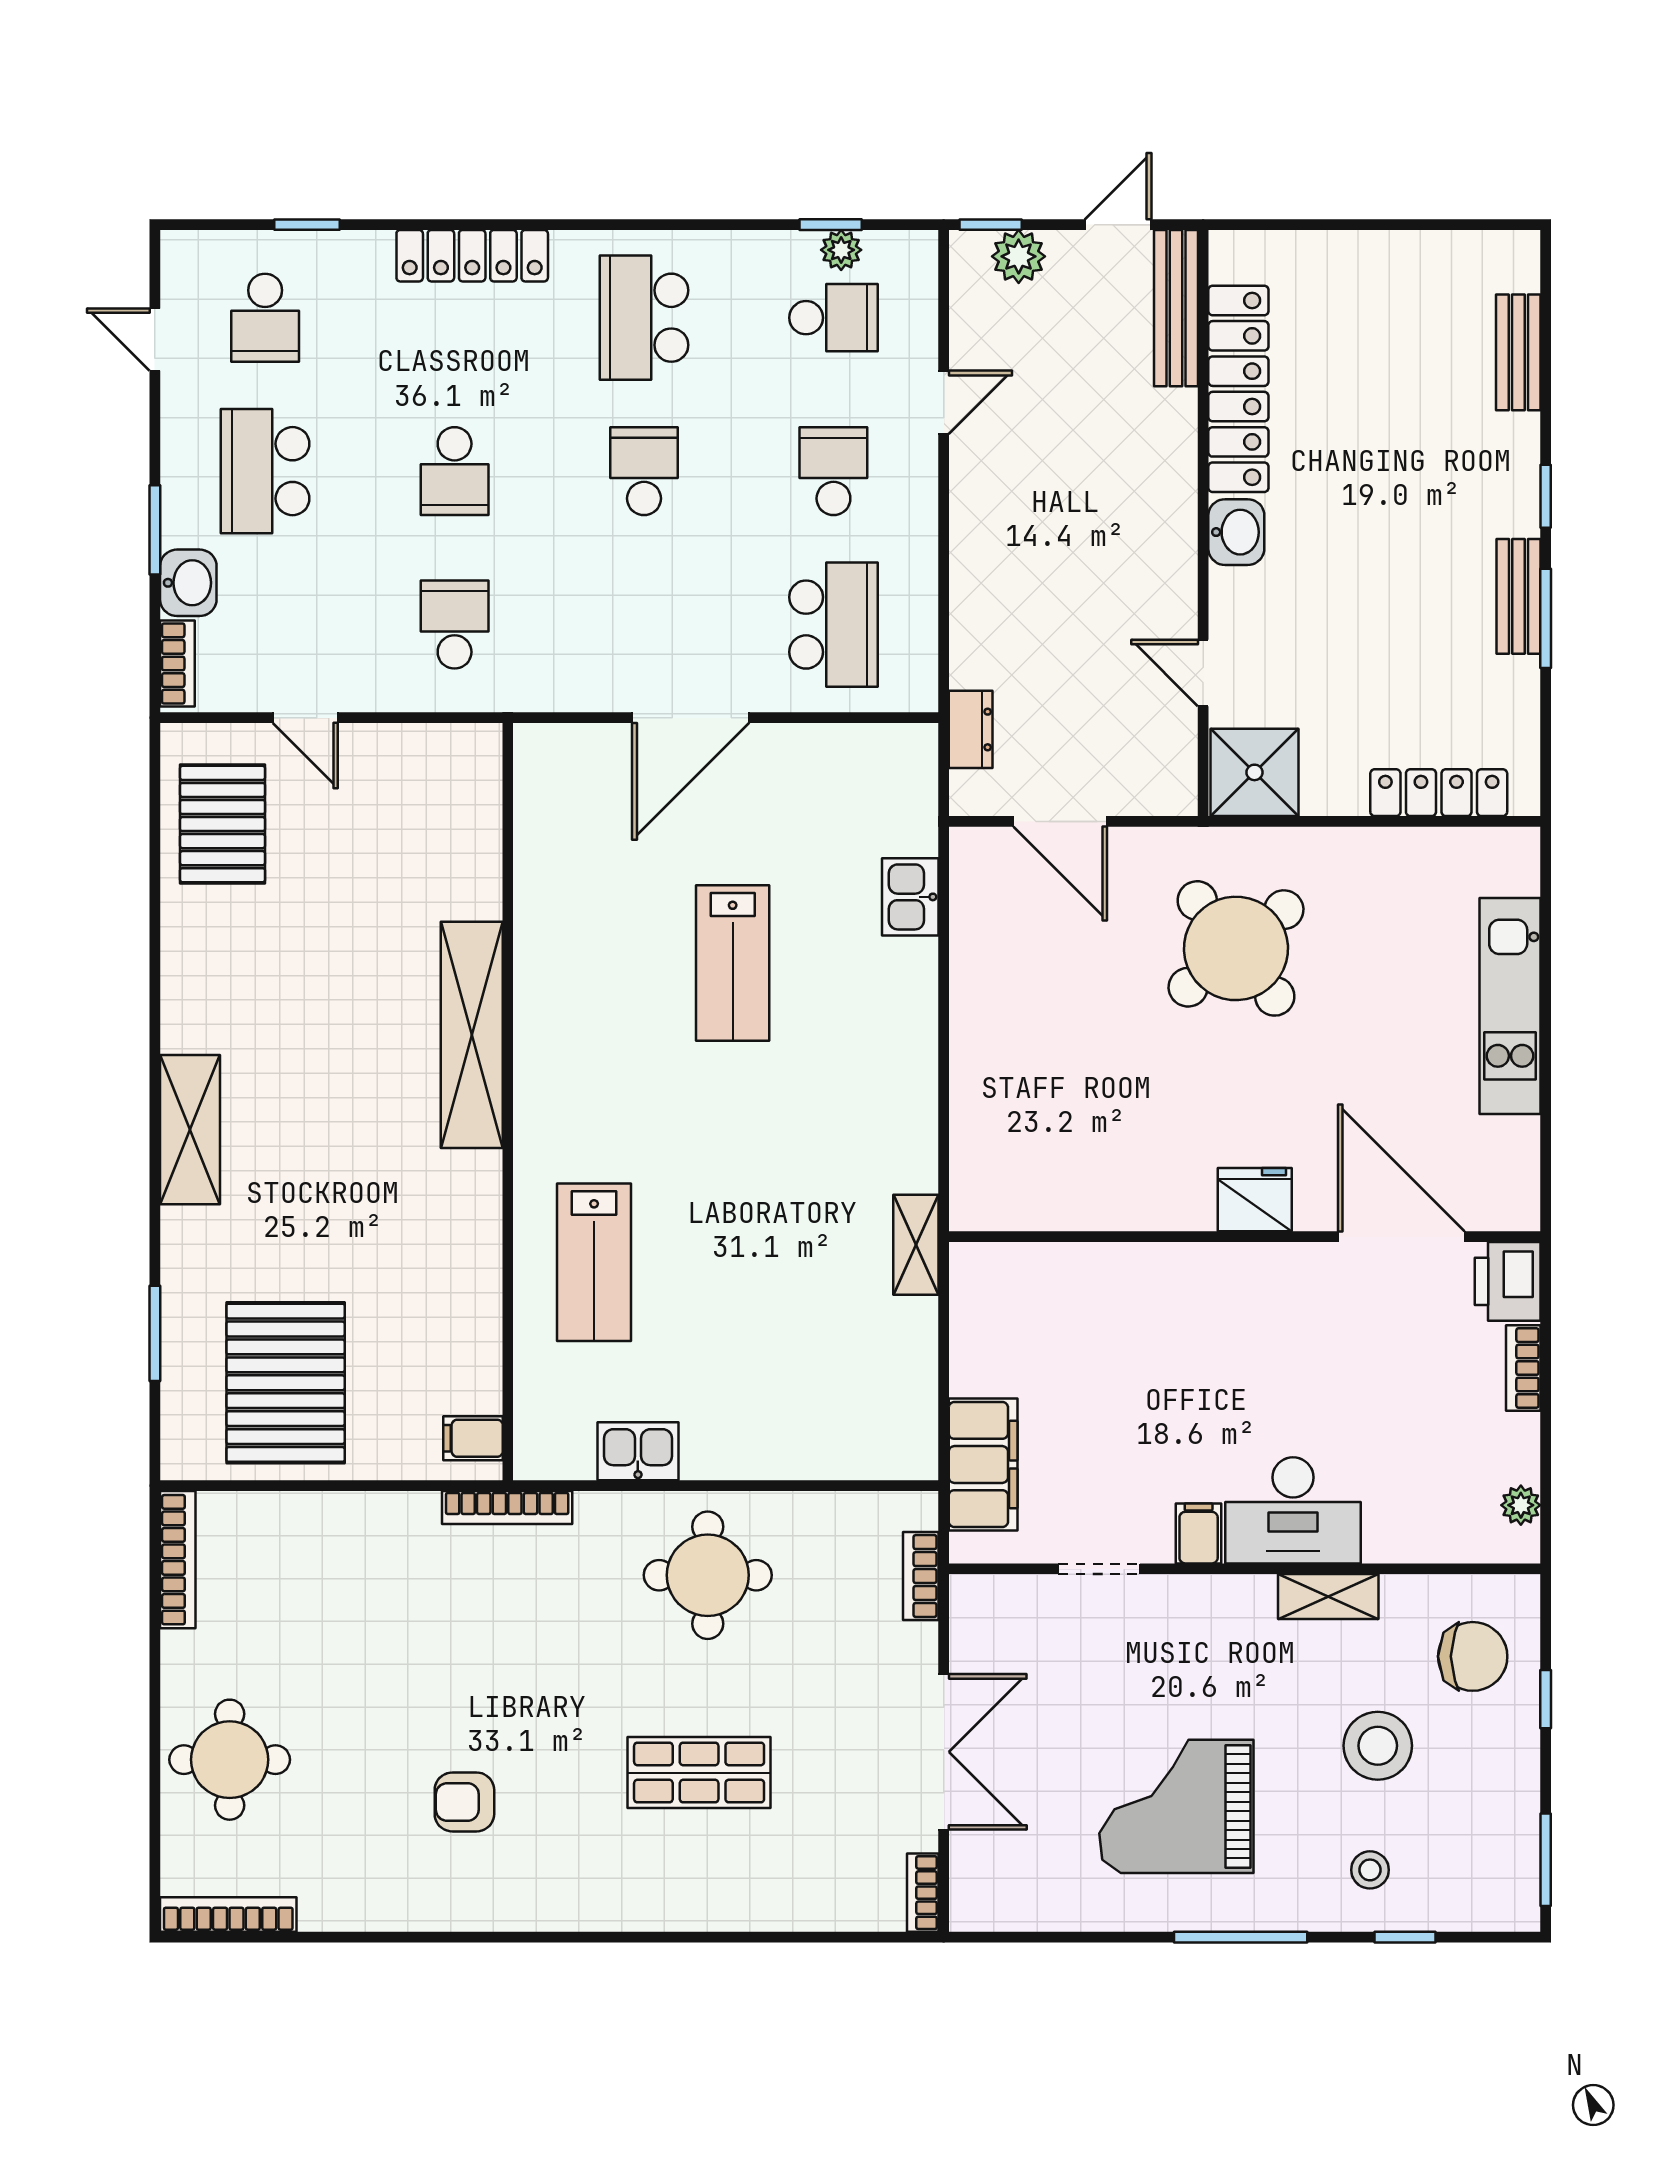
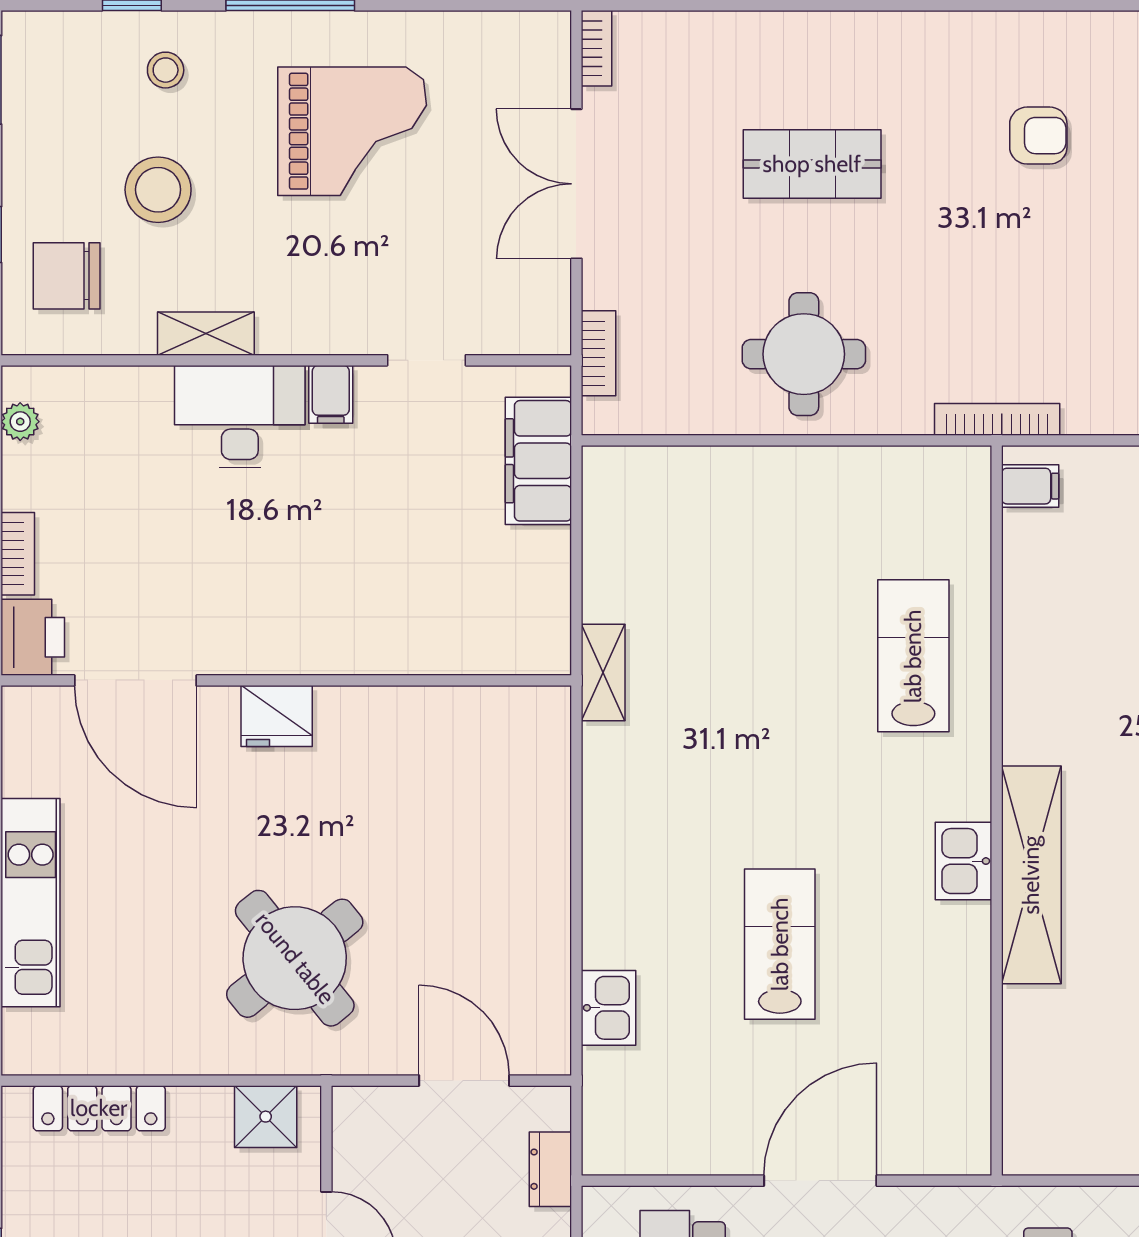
shower: (1254, 772) -> (266, 1117), width x0.73, depth x0.73
kitchen sink: (638, 1451) -> (963, 861), moved, turned 90

